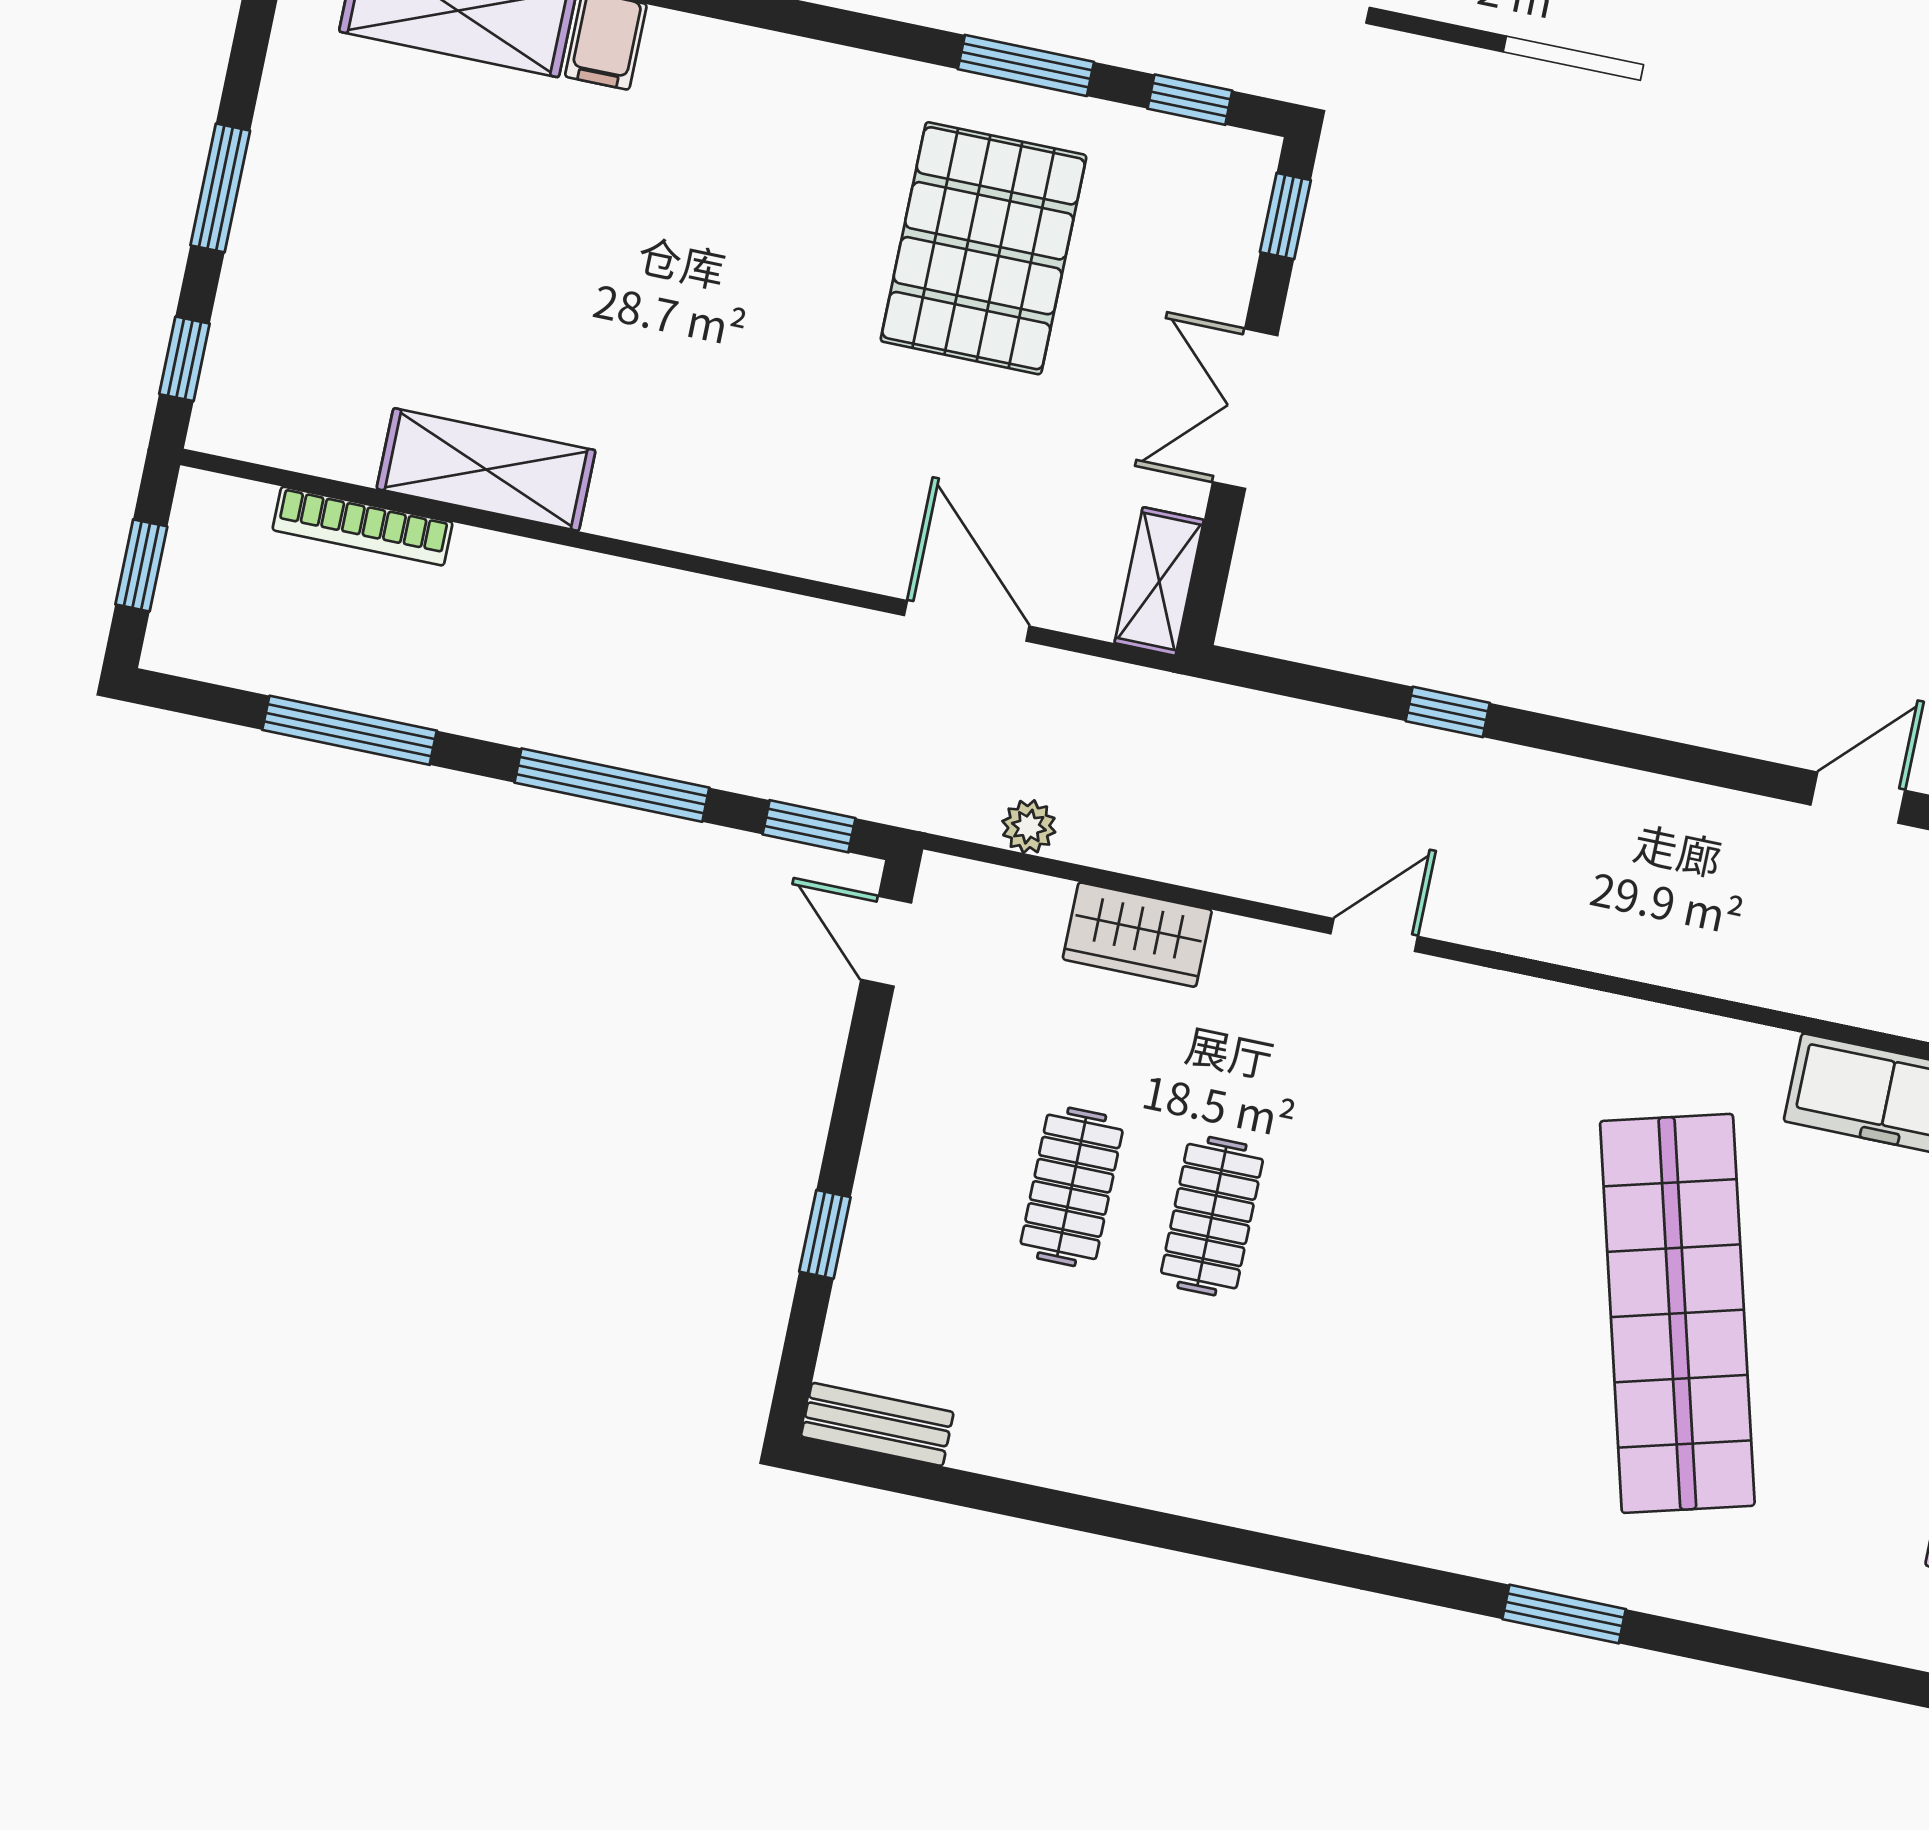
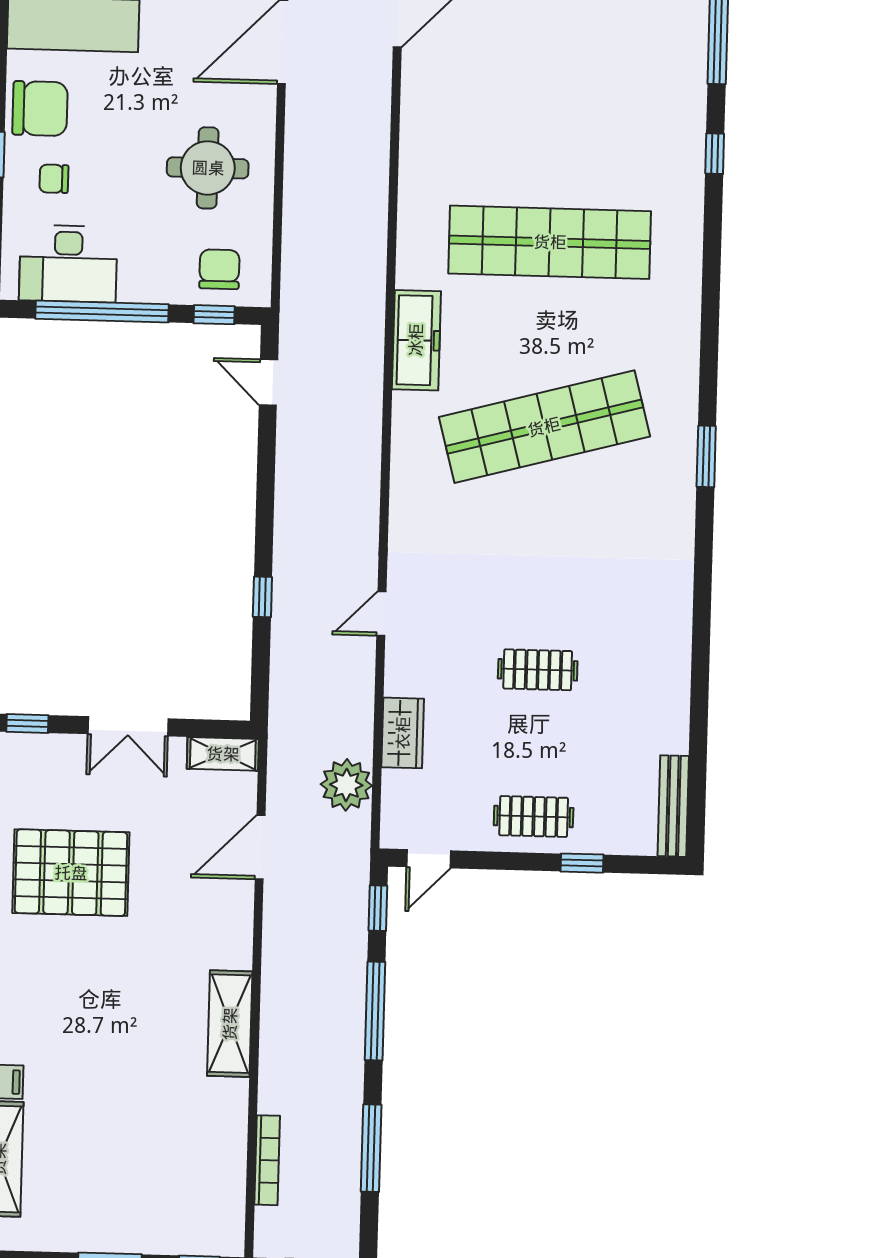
shelving: (486, 470) -> (230, 1024), moved
plant: (1029, 827) -> (346, 785), width x1.88, depth x1.88
door: (1374, 935) -> (381, 614), hinge flipped
clothes rail: (1072, 1187) -> (534, 817), moved
bench: (877, 1424) -> (673, 806), width x1.36

